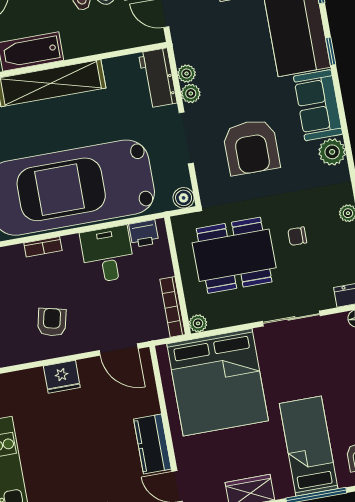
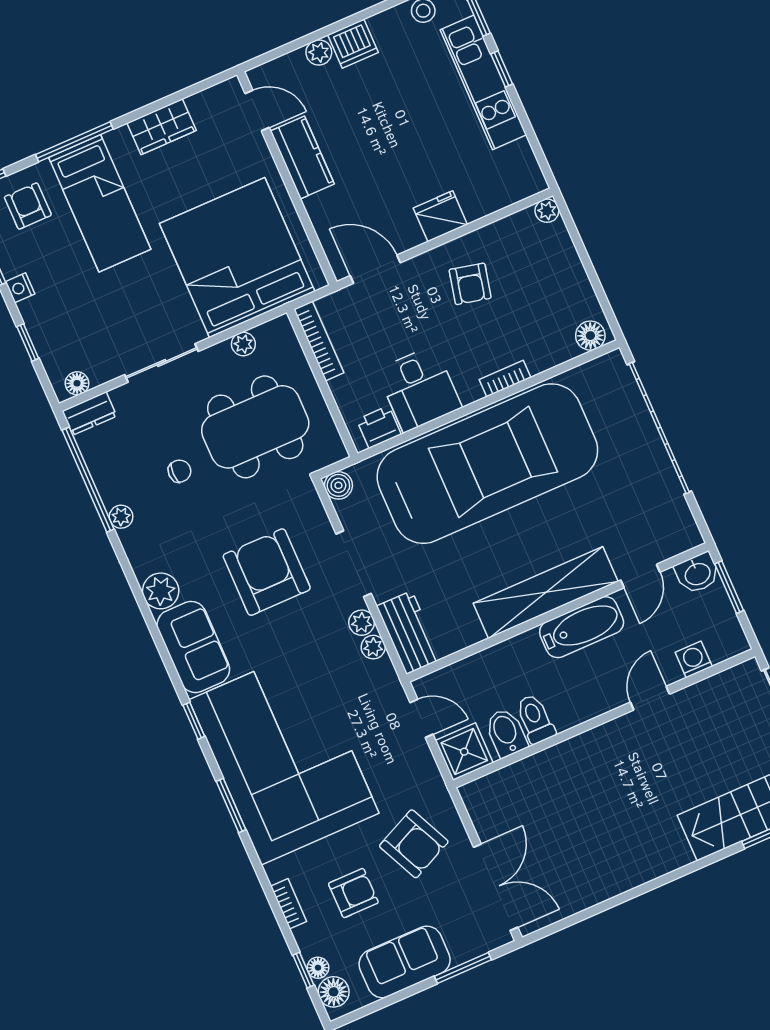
plant: (198, 323) -> (243, 344), moved

